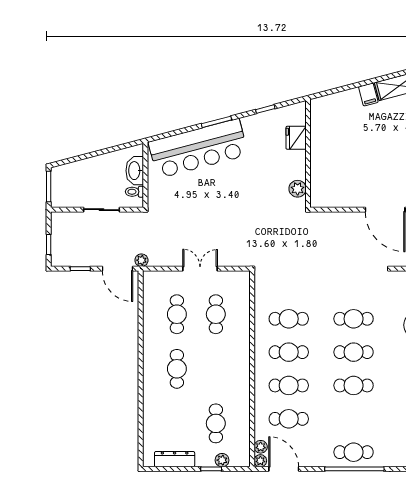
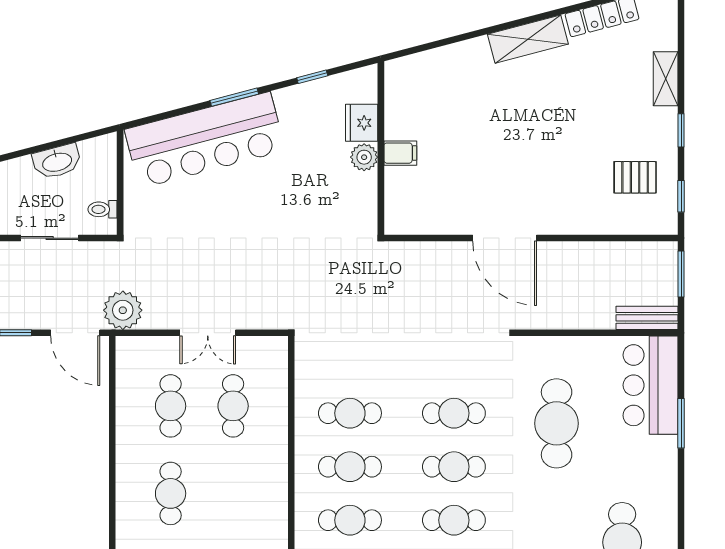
filing cabinet: (368, 95) -> (400, 153), moved, turned -75
washbasin: (135, 171) -> (57, 161), moved, turned -105
plant: (298, 189) -> (364, 157), moved
plant: (141, 260) -> (123, 310), width x1.88, depth x1.88
double door: (200, 269) -> (208, 333), swing flipped

